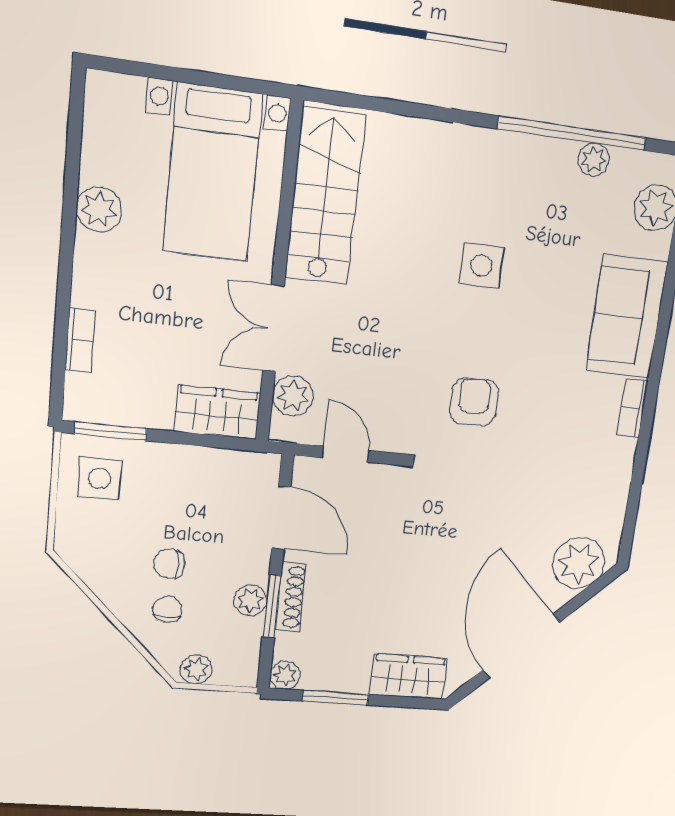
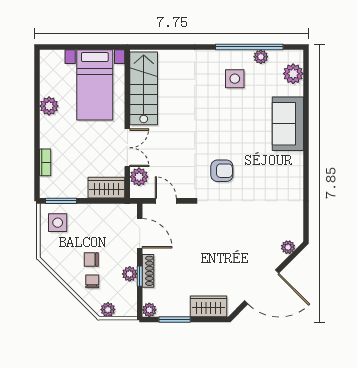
side table: (481, 266) -> (235, 79), moved
double door: (273, 328) -> (127, 148), swing flipped
armchair: (474, 402) -> (222, 171), turned 90
bookcase: (633, 408) -> (298, 166), removed
plant: (579, 563) -> (288, 247), width x0.53, depth x0.53
window: (272, 606) -> (140, 276), width x0.67
door: (521, 646) -> (262, 287), swing flipped

